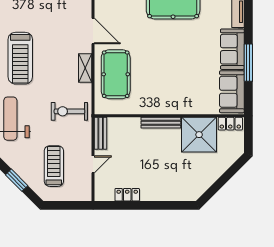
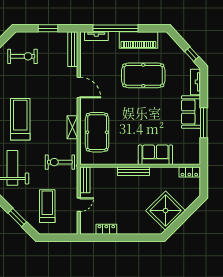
door: (93, 31) -> (79, 87), moved
treadmill: (20, 58) -> (20, 119), turned 180
sofa: (232, 92) -> (155, 155), moved, turned 90
shower: (199, 135) -> (166, 211), moved, turned 45

